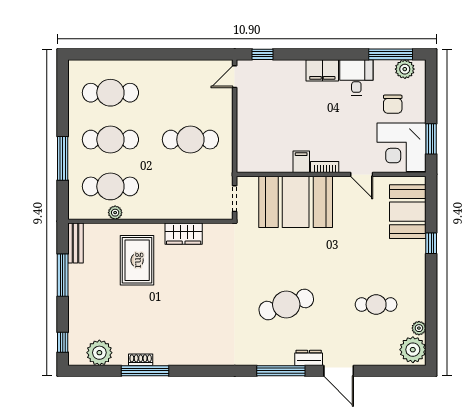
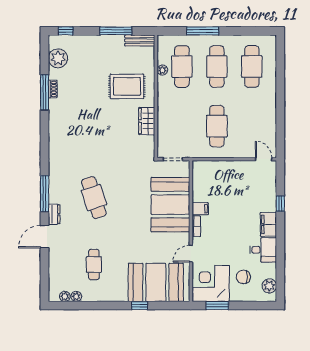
window: (262, 54) -> (280, 204), moved
window: (391, 54) -> (280, 275), removed
booth: (408, 212) -> (156, 282), width x1.36, depth x1.42
plant: (413, 350) -> (65, 296), width x0.53, depth x0.53

